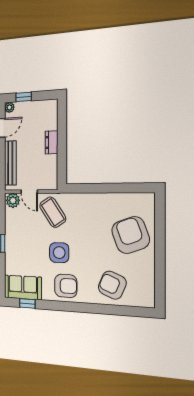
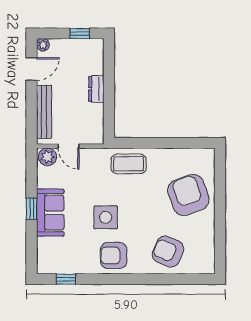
window: (24, 97) -> (80, 33), moved
coffee table: (53, 212) -> (129, 164), moved, turned -56
armchair: (66, 286) -> (114, 255), turned 180
sofa: (23, 287) -> (50, 213), moved, turned 90

